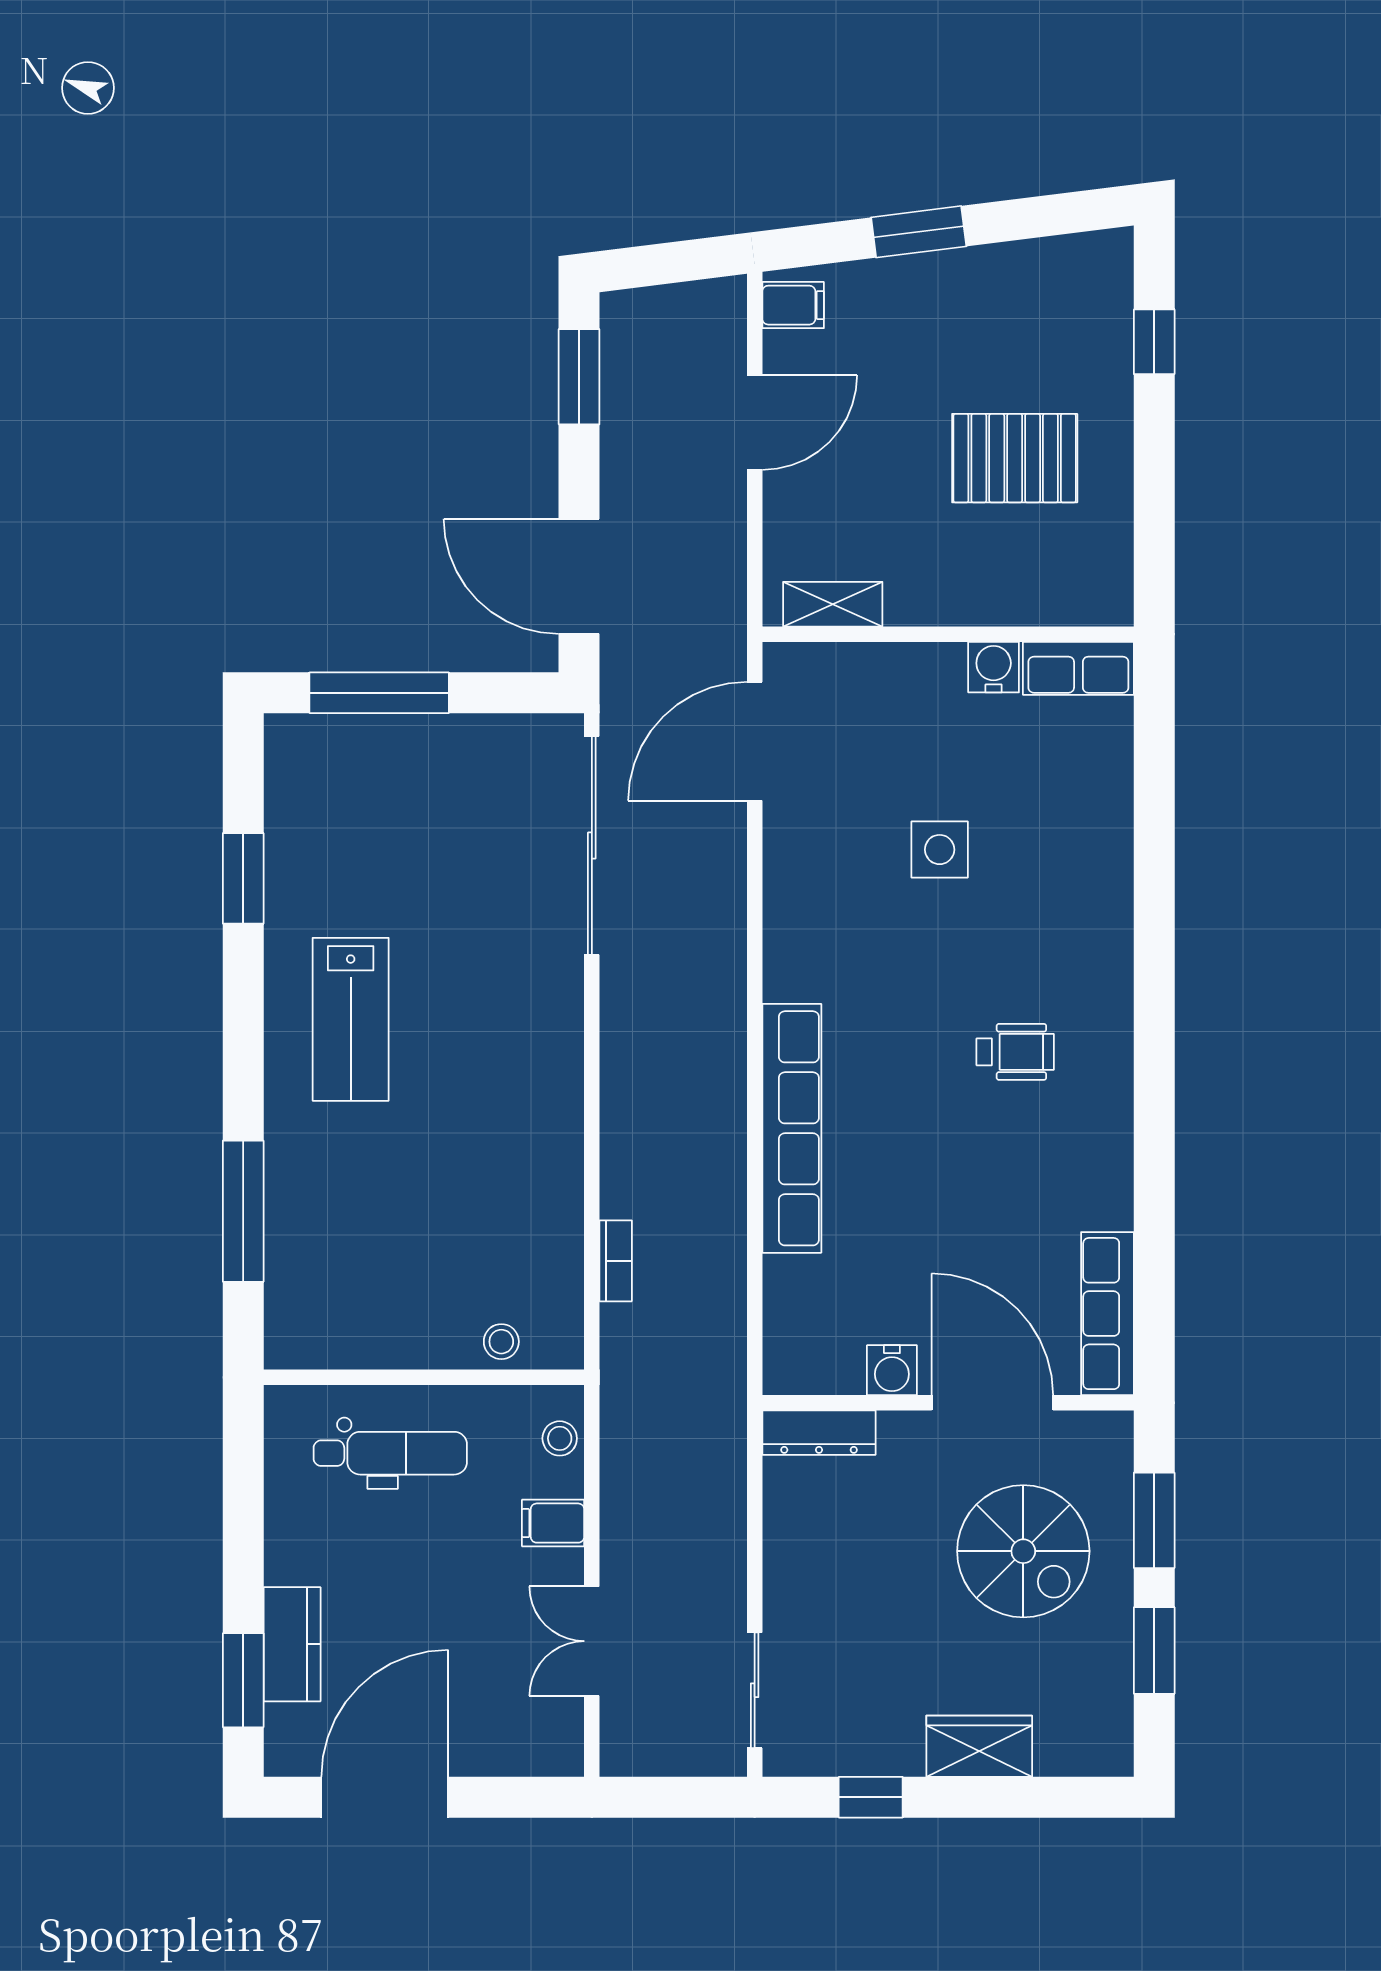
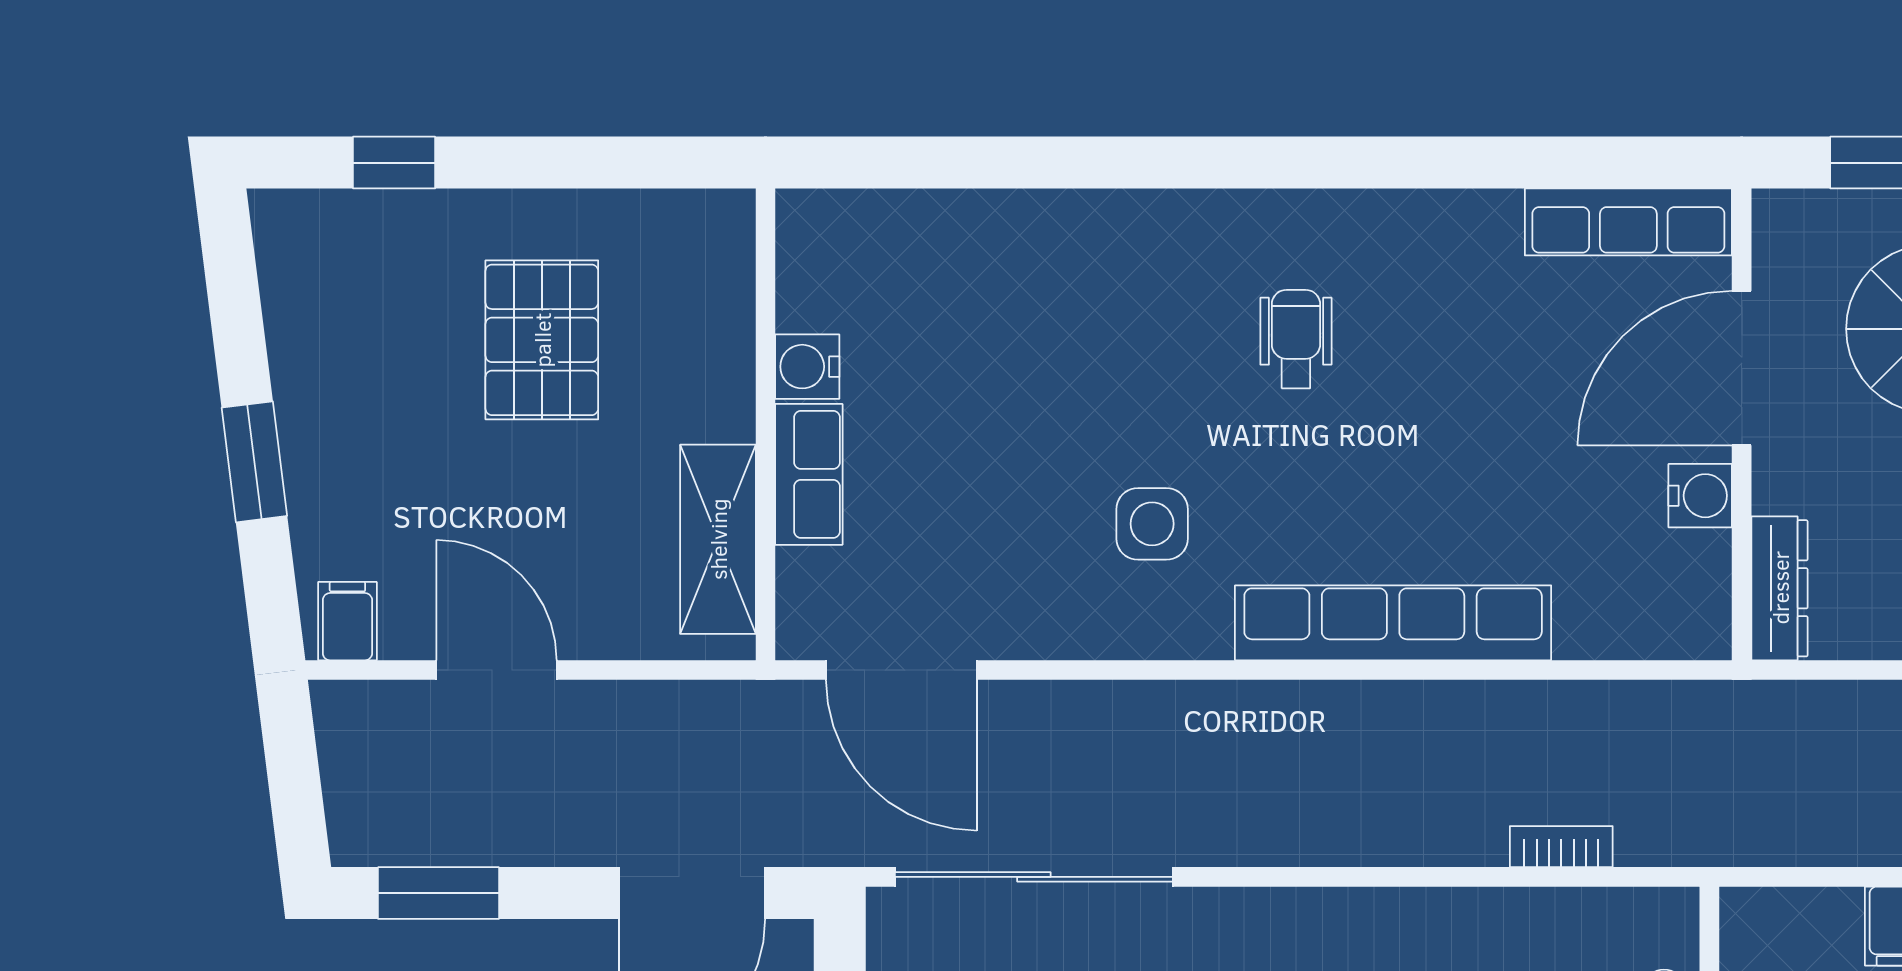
shelving: (833, 604) -> (718, 539), width x1.50, depth x1.33
row of seats: (1078, 668) -> (809, 474), moved
side table: (940, 850) -> (1152, 524), moved
stool: (560, 1438) -> (1787, 918), removed

